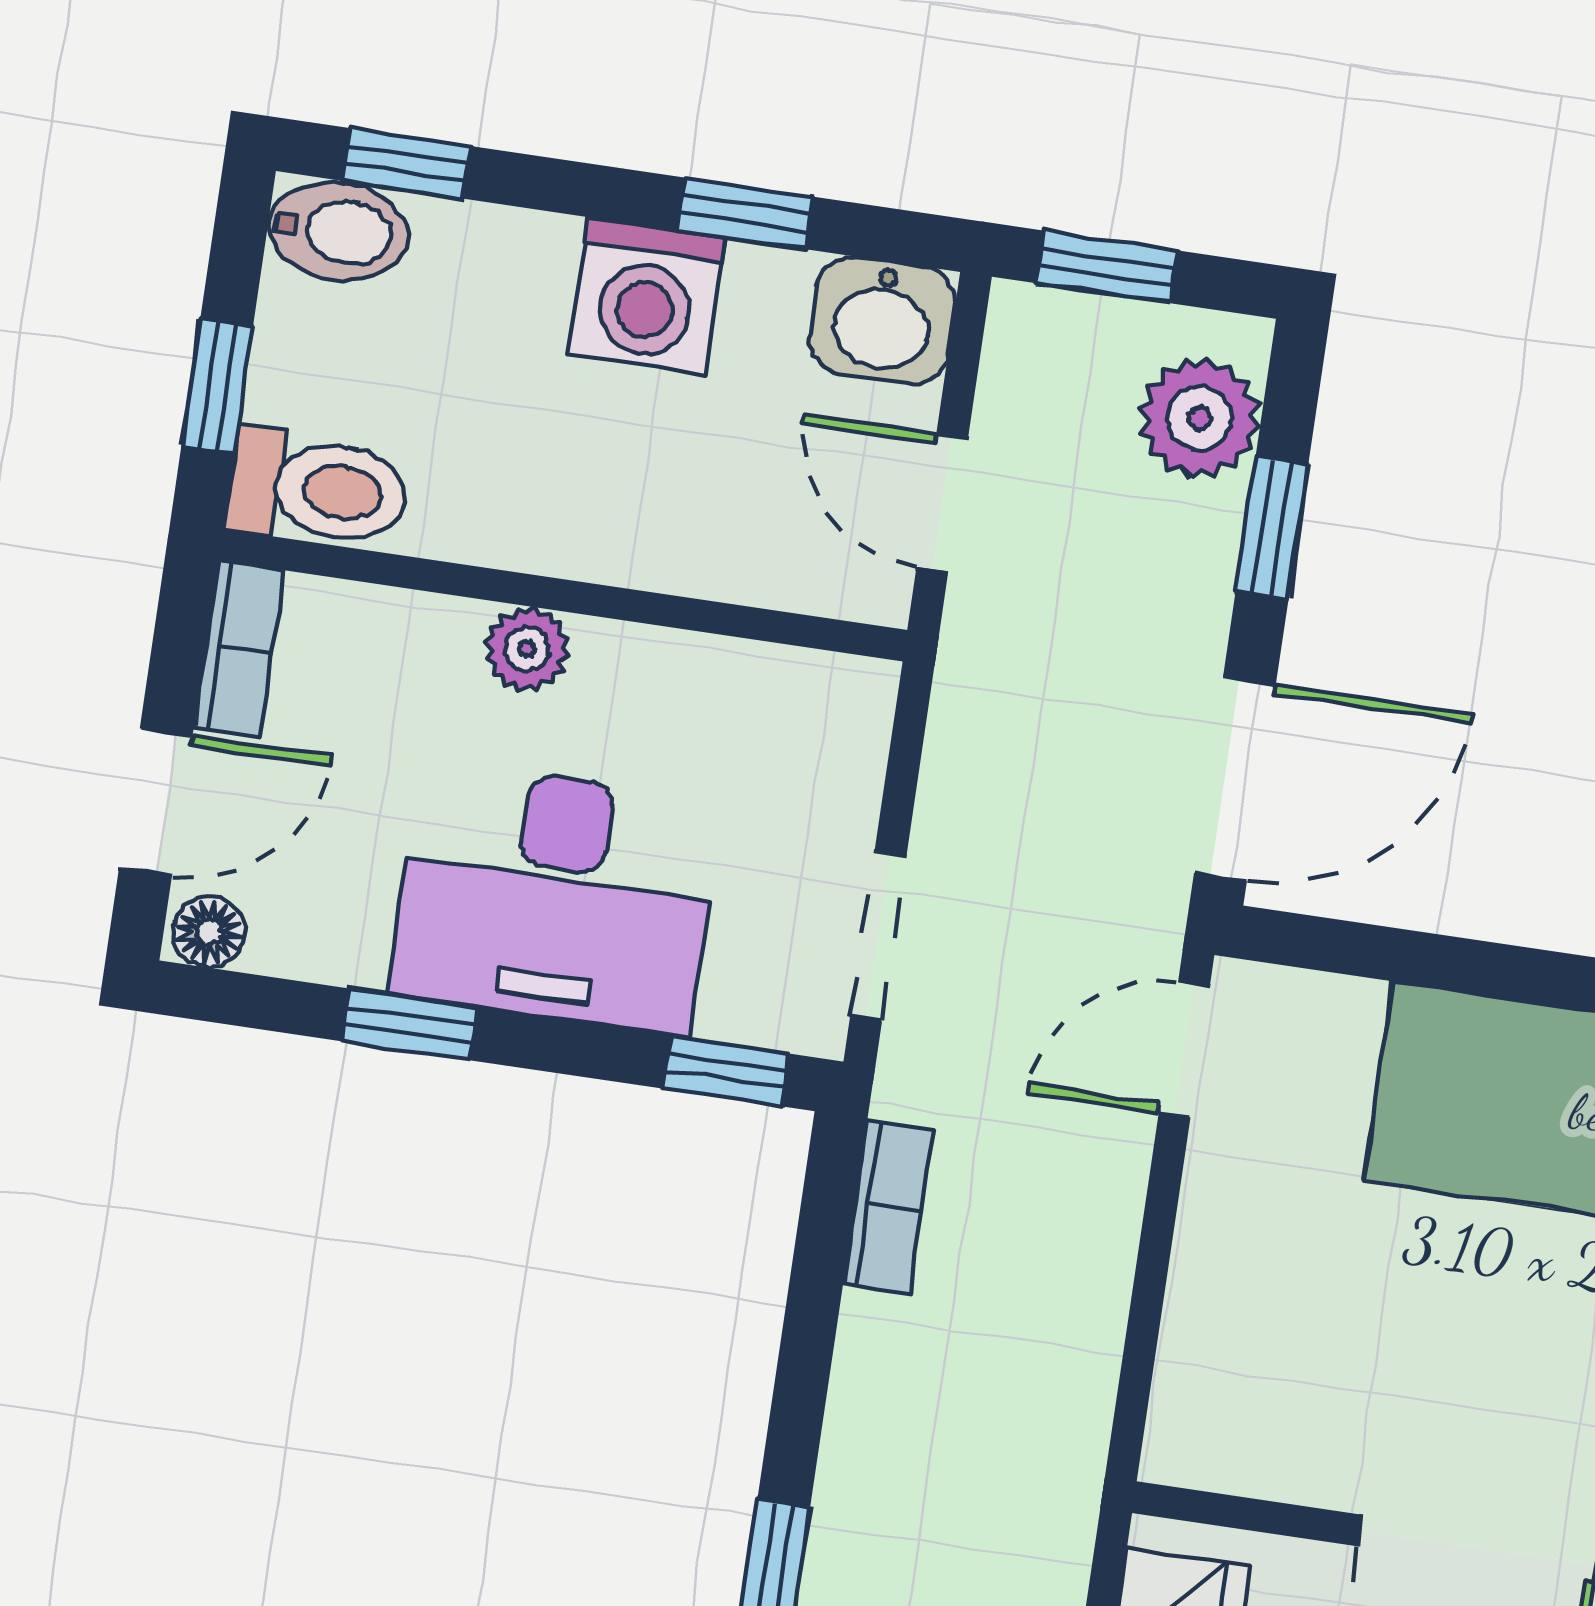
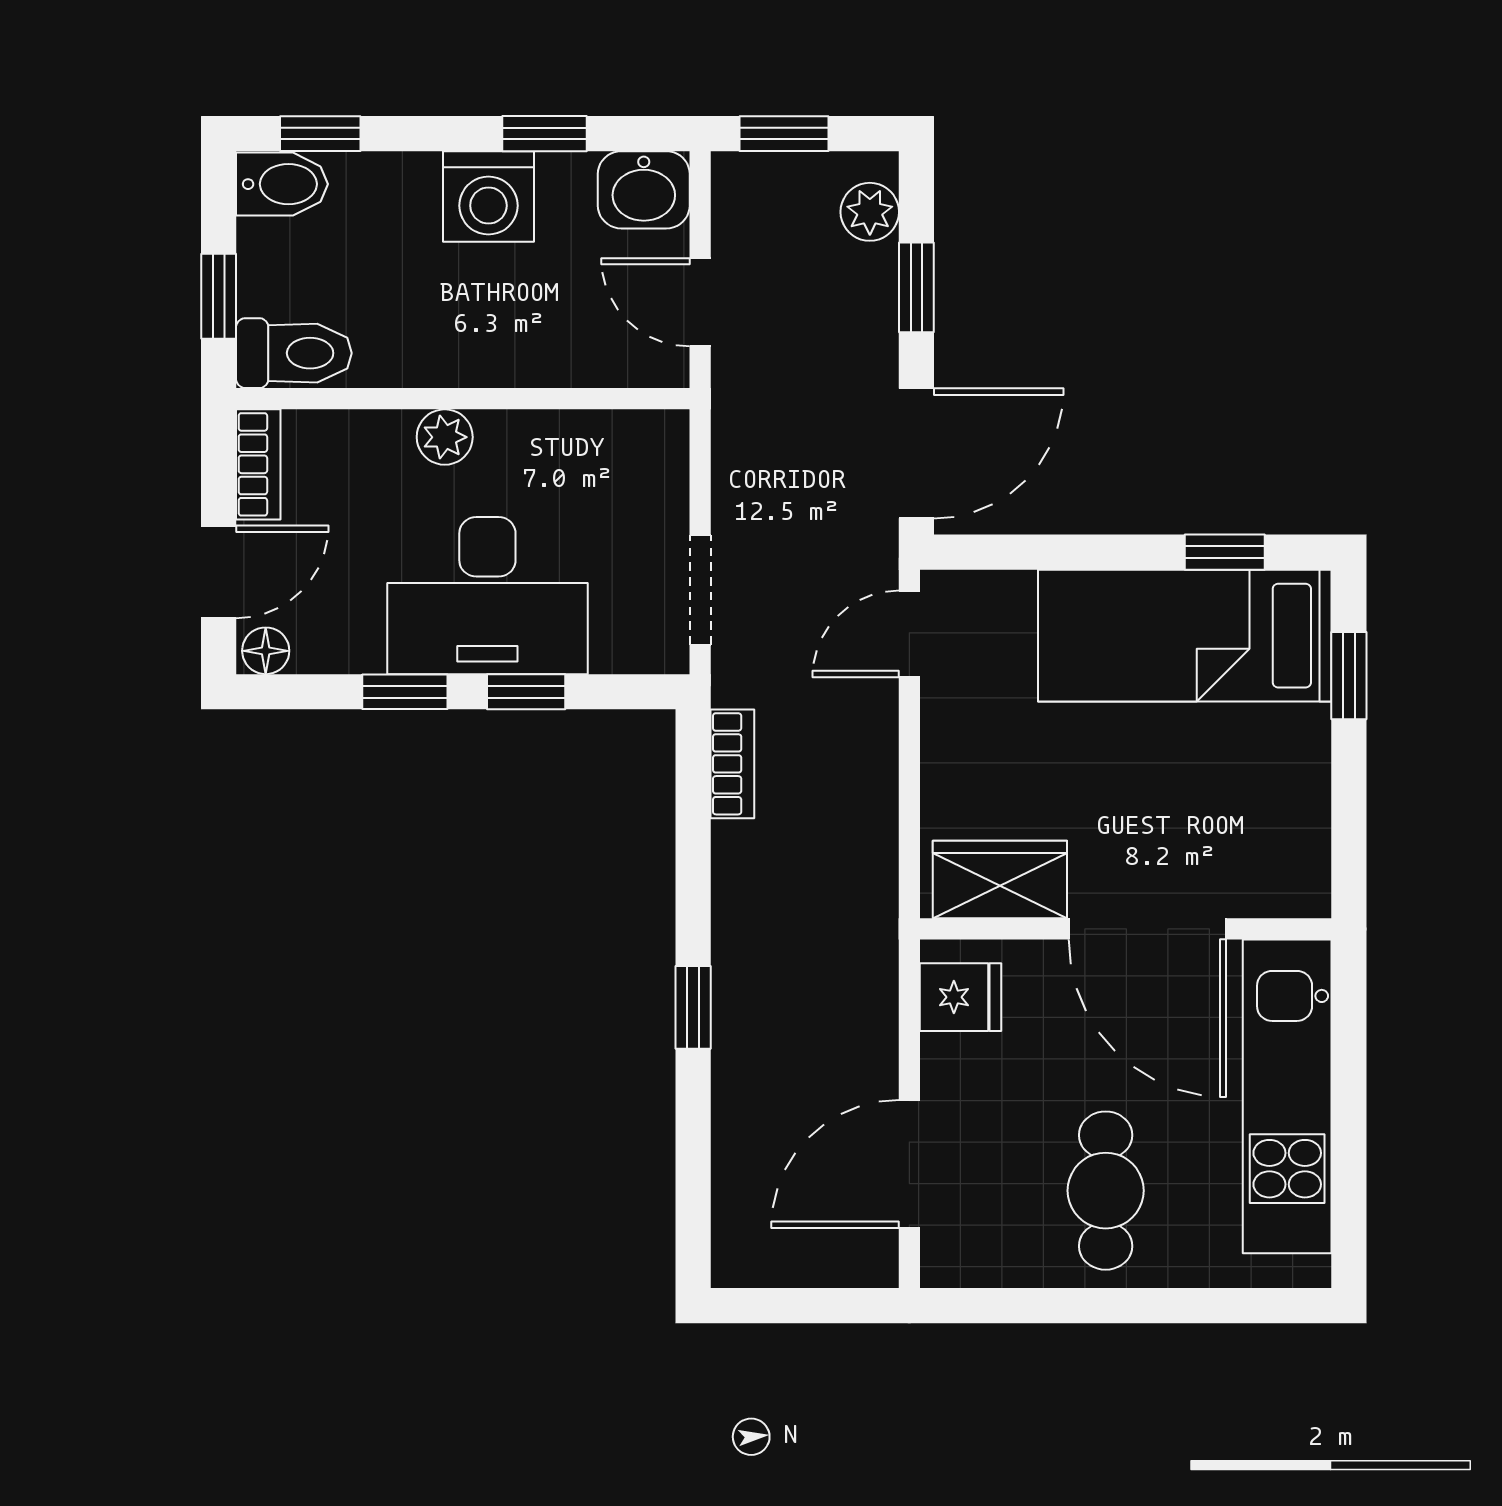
plant: (1200, 418) -> (870, 212), width x0.73, depth x0.73
window: (726, 1071) -> (526, 692), moved
wardrobe: (1266, 1441) -> (1000, 880), added

